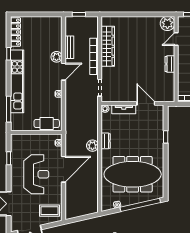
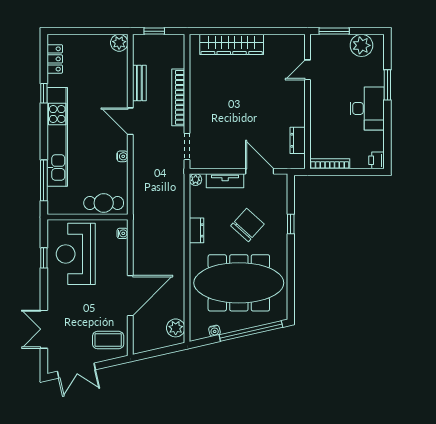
plant: (167, 23) -> (294, 46), removed
locker: (16, 32) -> (55, 59), width x0.66
wardrobe: (108, 46) -> (232, 44), moved, turned 90
plant: (57, 57) -> (119, 43), moved
dresser: (170, 64) -> (298, 140), moved
door: (64, 72) -> (130, 121), swing flipped
chair: (138, 137) -> (247, 225), added
plant: (92, 146) -> (176, 328), moved
door: (64, 169) -> (130, 296), moved
reception desk: (36, 174) -> (76, 254), moved, turned 180

